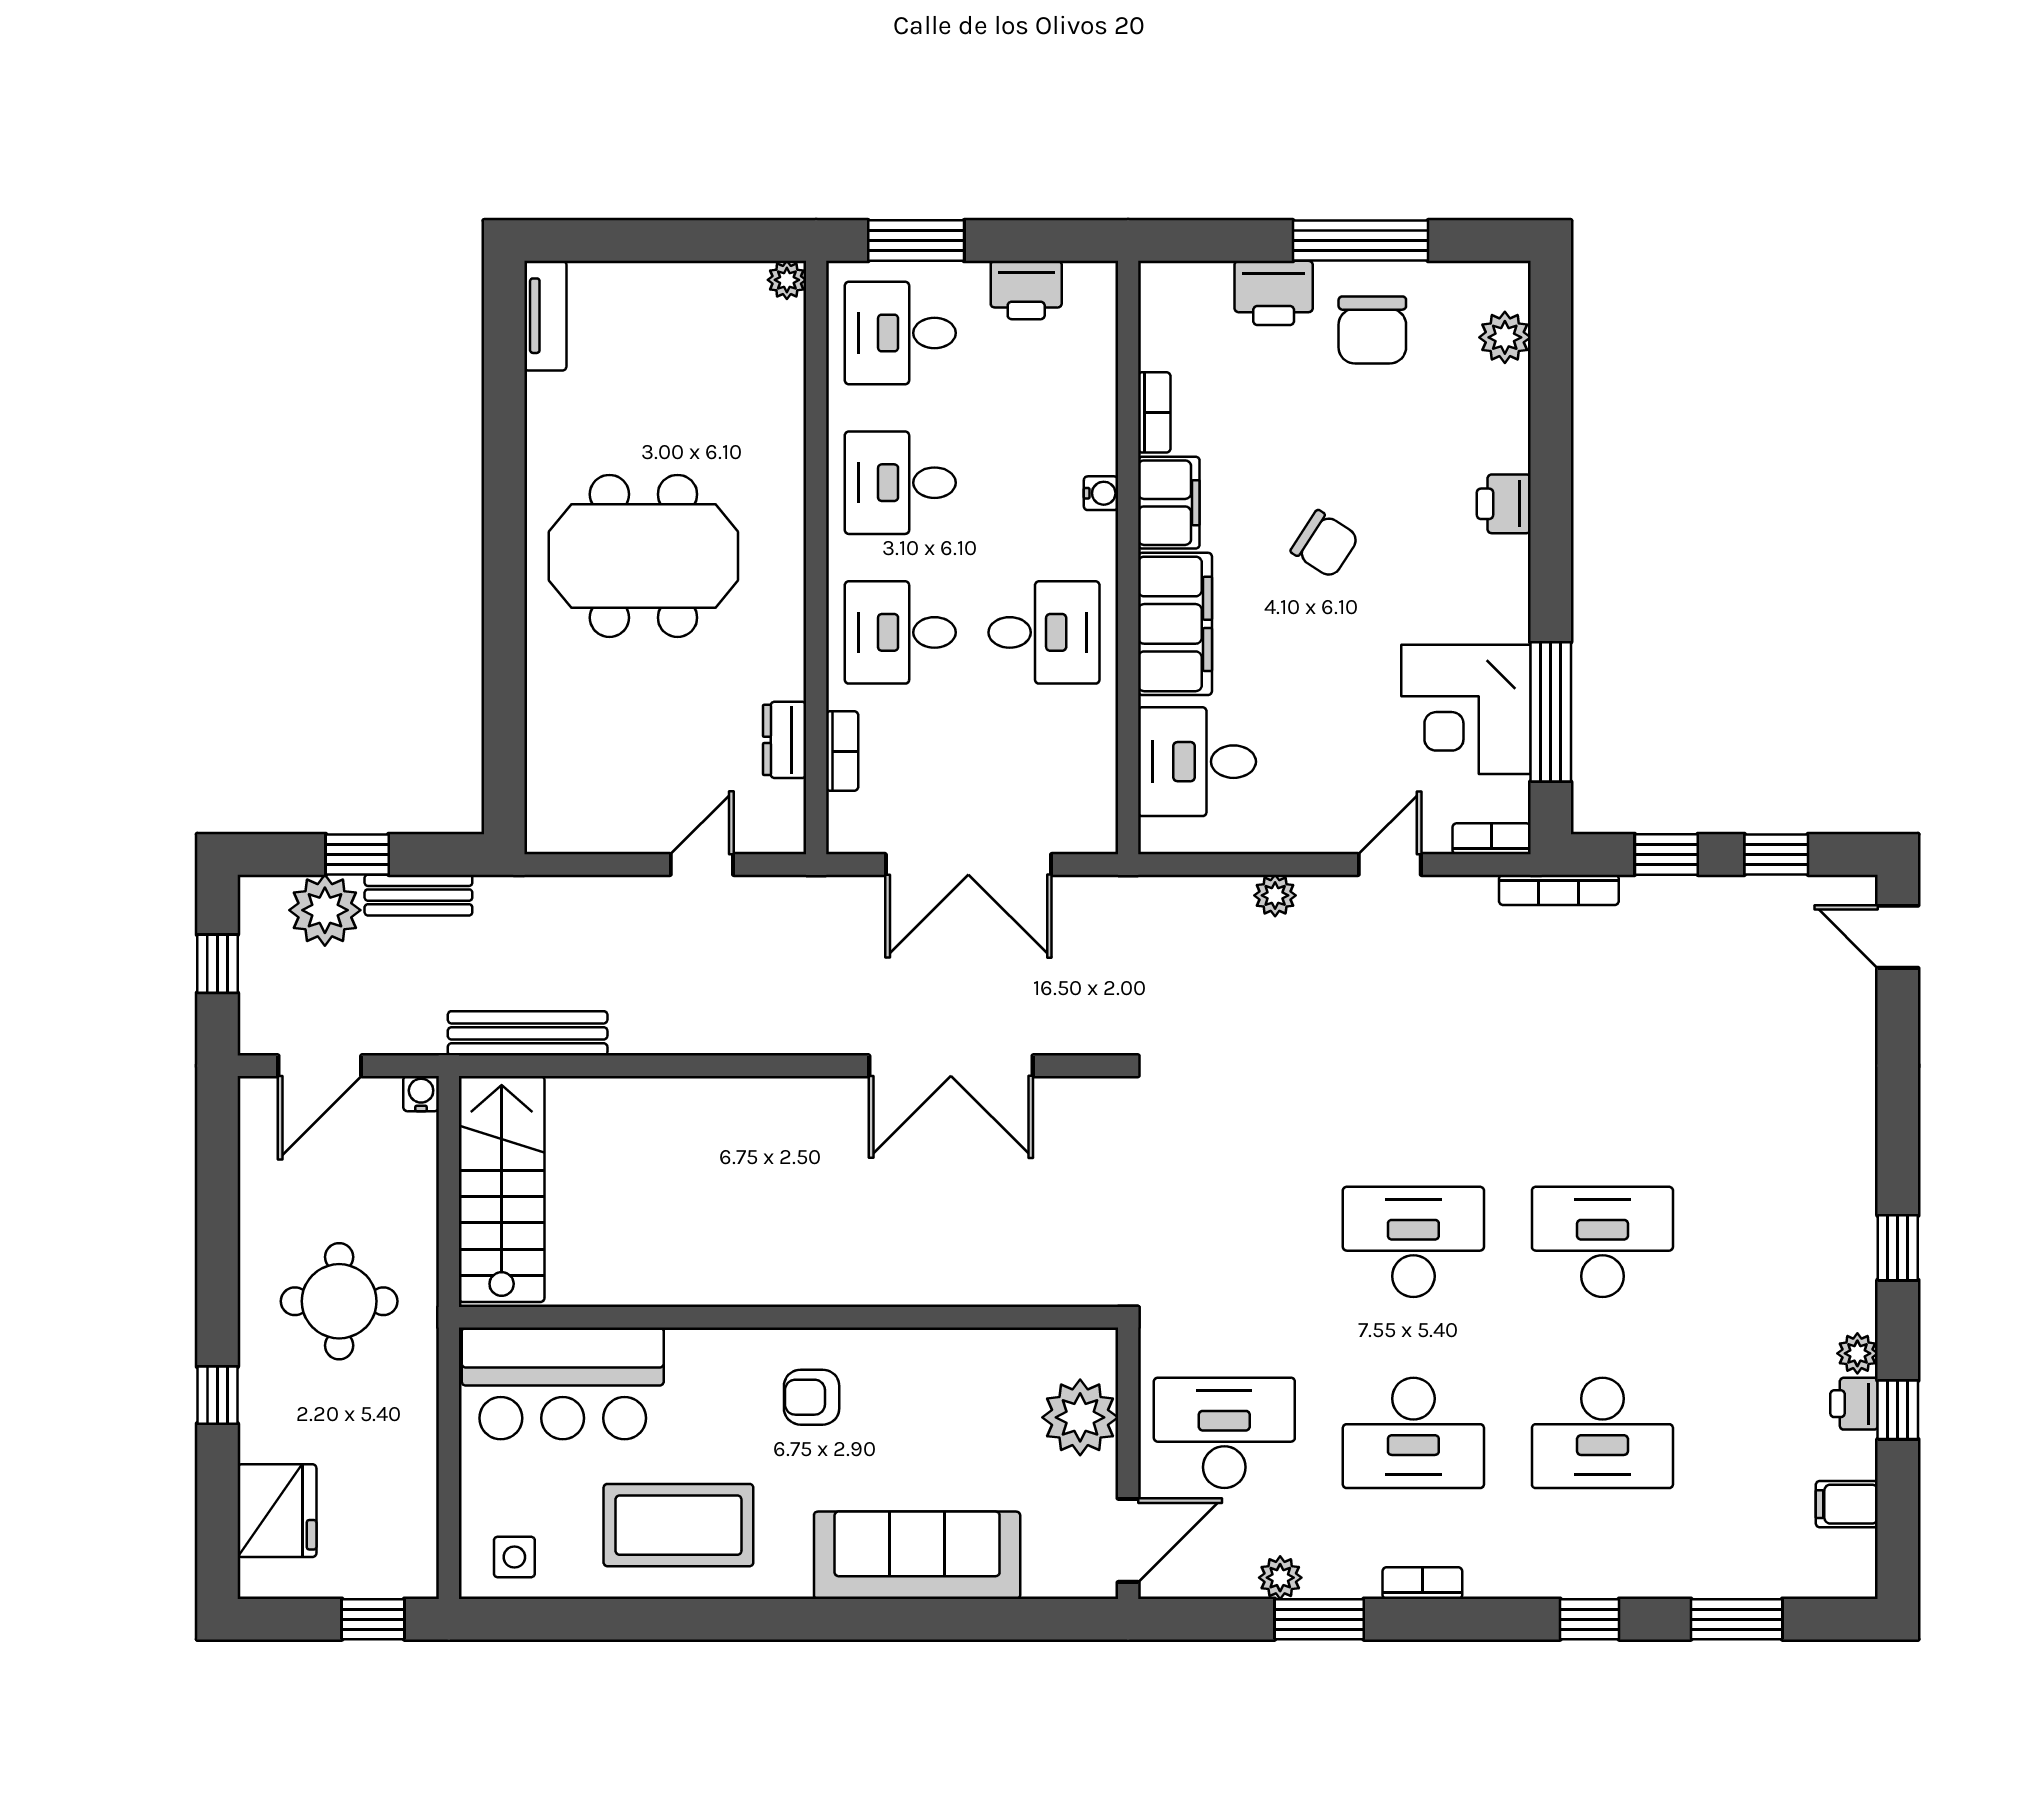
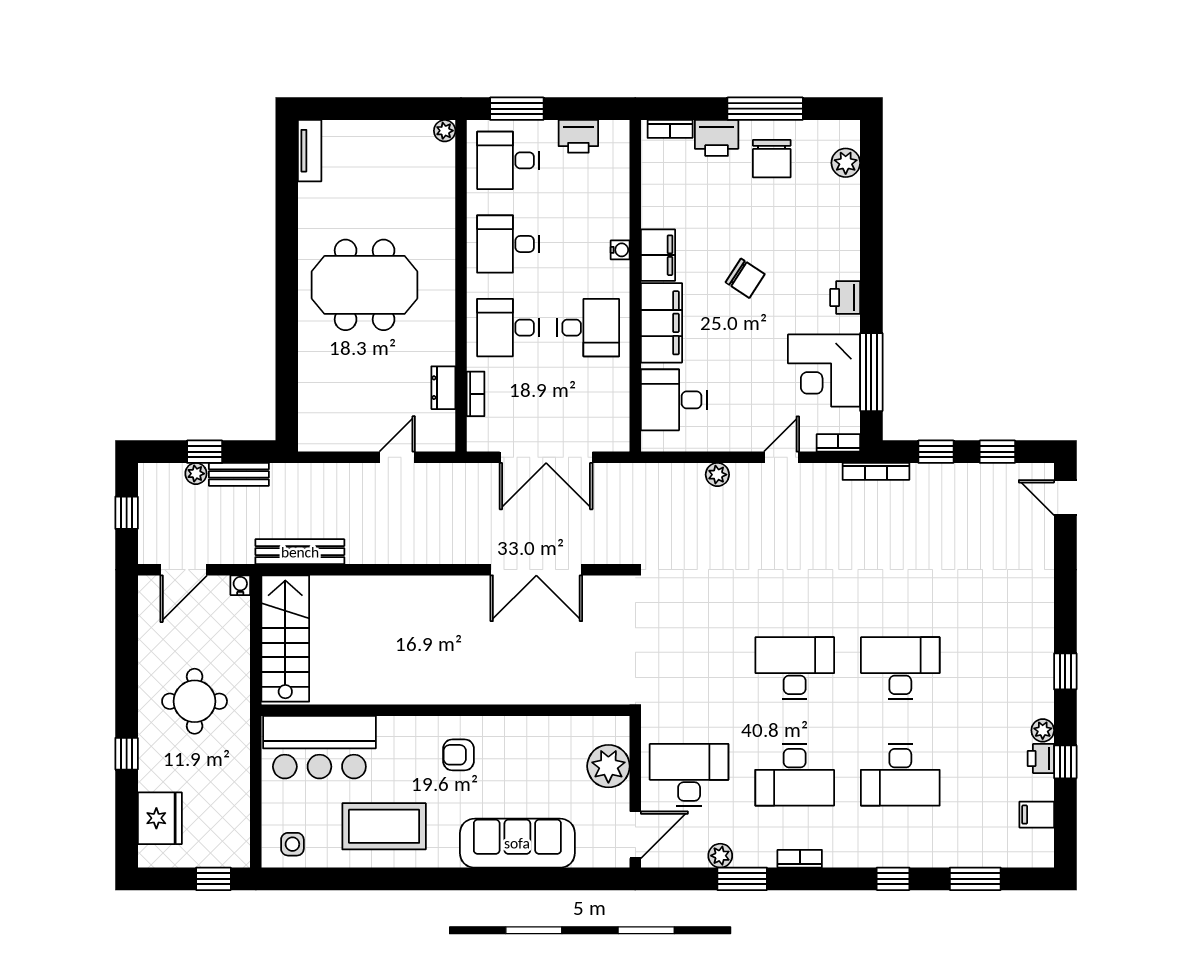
bookcase: (1154, 412) -> (670, 129), moved, turned 90
printer: (1504, 504) -> (845, 298), moved
plant: (325, 910) -> (196, 474), width x0.53, depth x0.53

